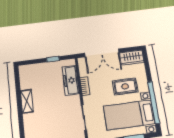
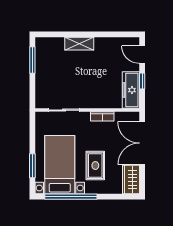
door: (32, 62) -> (142, 55), added
freezer: (71, 80) -> (131, 90), moved, turned -90
shelving: (27, 101) -> (79, 44), moved

